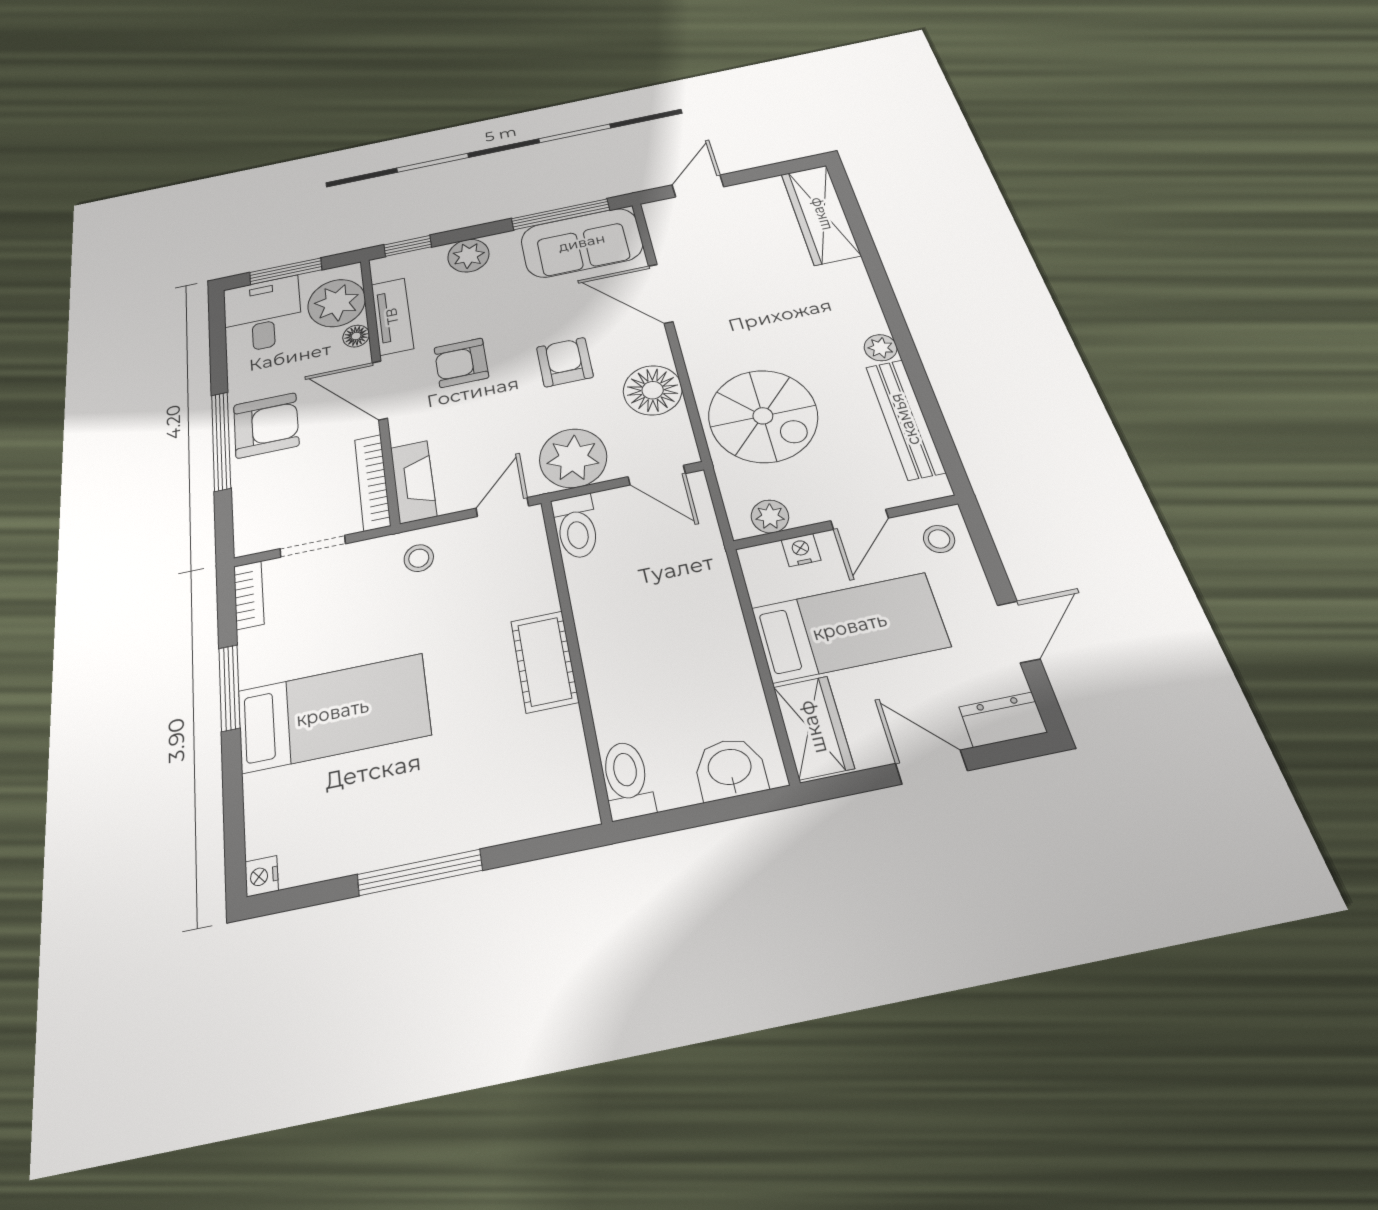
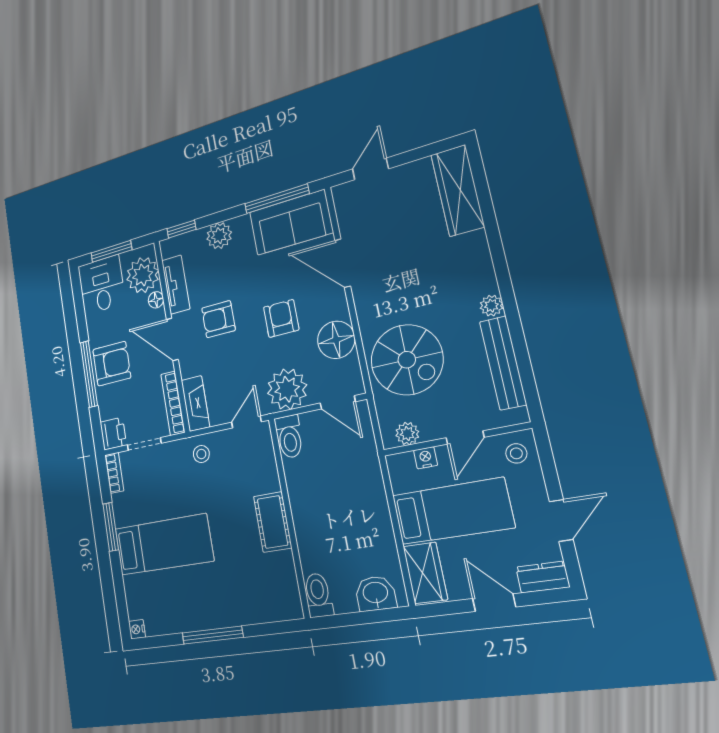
printer: (255, 531) -> (113, 434), added

